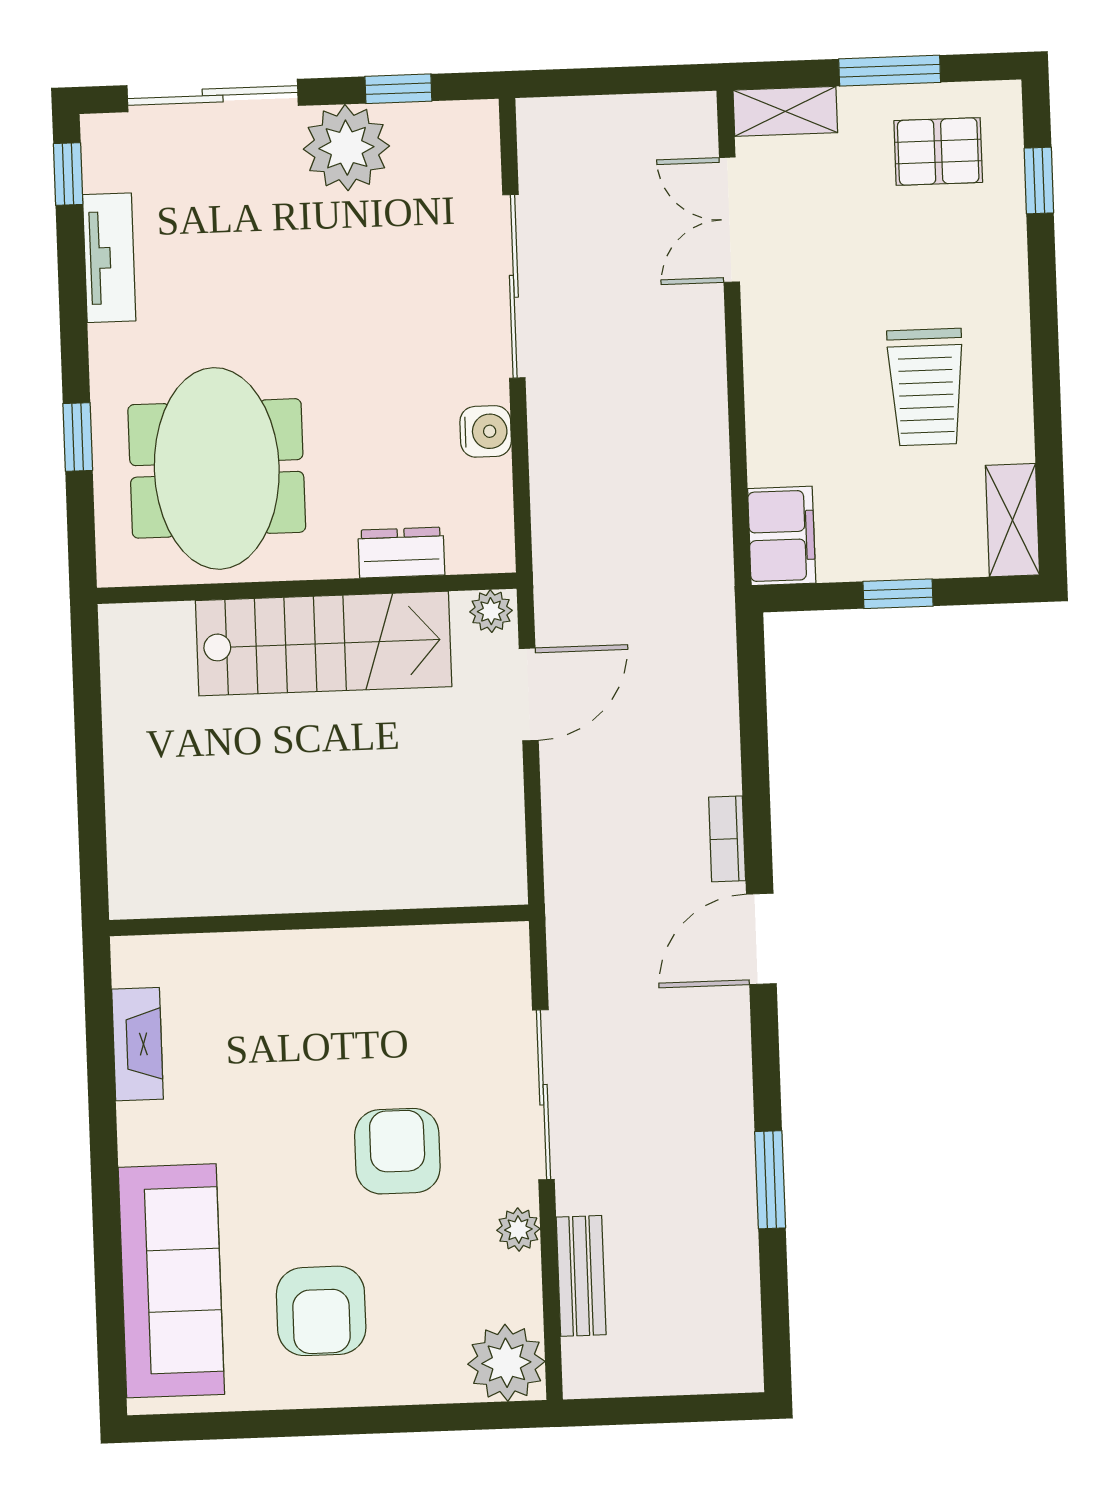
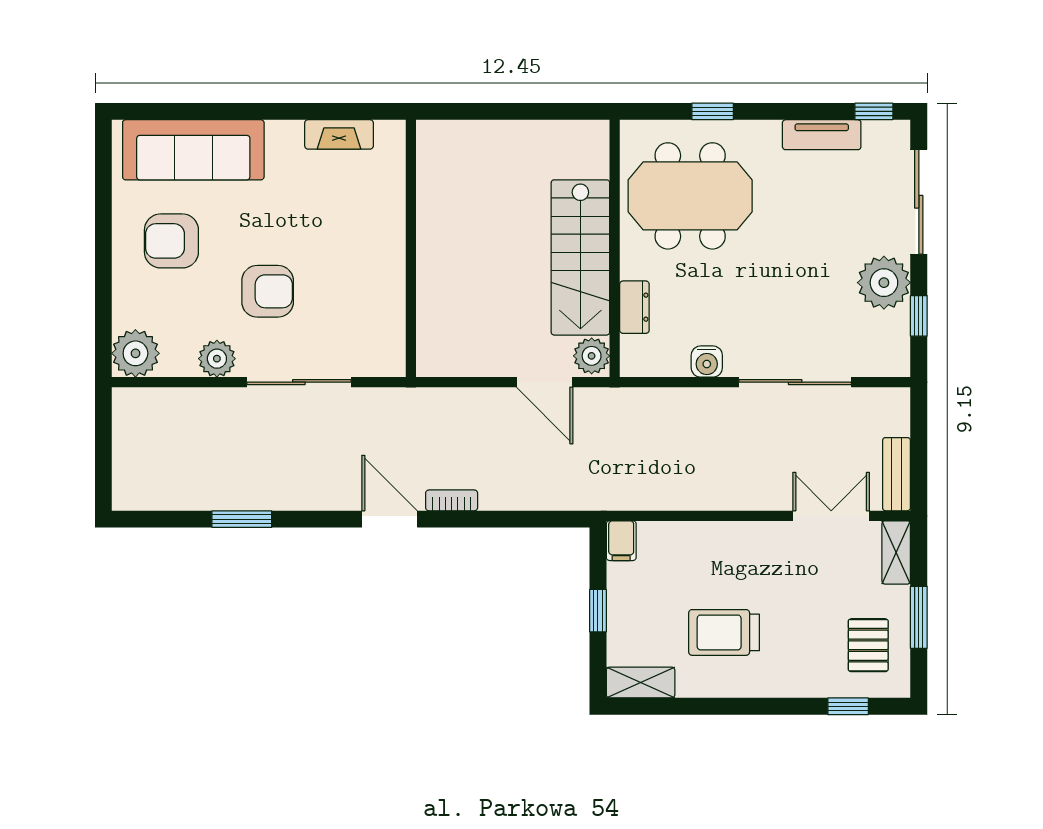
filing cabinet: (782, 536) -> (621, 541), width x0.50
plant: (491, 611) -> (592, 356), width x1.38, depth x1.38
plant: (518, 1230) -> (217, 359), width x1.38, depth x1.38
bench: (581, 1276) -> (896, 474), moved, turned 90

